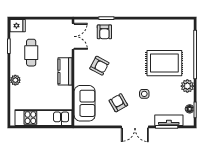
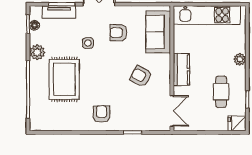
armchair: (104, 32) -> (101, 114), moved
double door: (73, 36) -> (172, 111), swing flipped
rug: (164, 63) -> (64, 79), turned 90
armchair: (118, 103) -> (118, 33), turned 120

